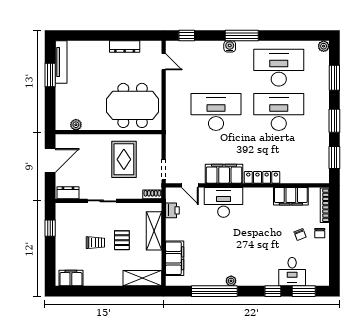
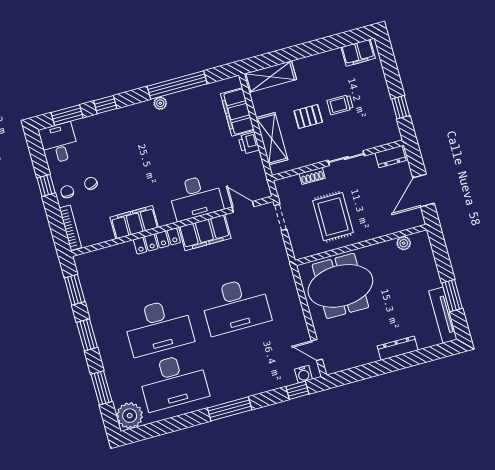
water cooler: (230, 46) -> (303, 374), moved
plant: (324, 46) -> (130, 416), width x1.87, depth x1.87
dresser: (125, 47) -> (398, 348), moved
shoe rack: (152, 194) -> (312, 176), moved
filing cabinet: (291, 196) -> (134, 222), moved
printer: (172, 210) -> (249, 143), moved
pallet: (122, 240) -> (308, 116), turned 90
window: (334, 242) -> (46, 185), added
desk: (292, 272) -> (59, 143), moved

